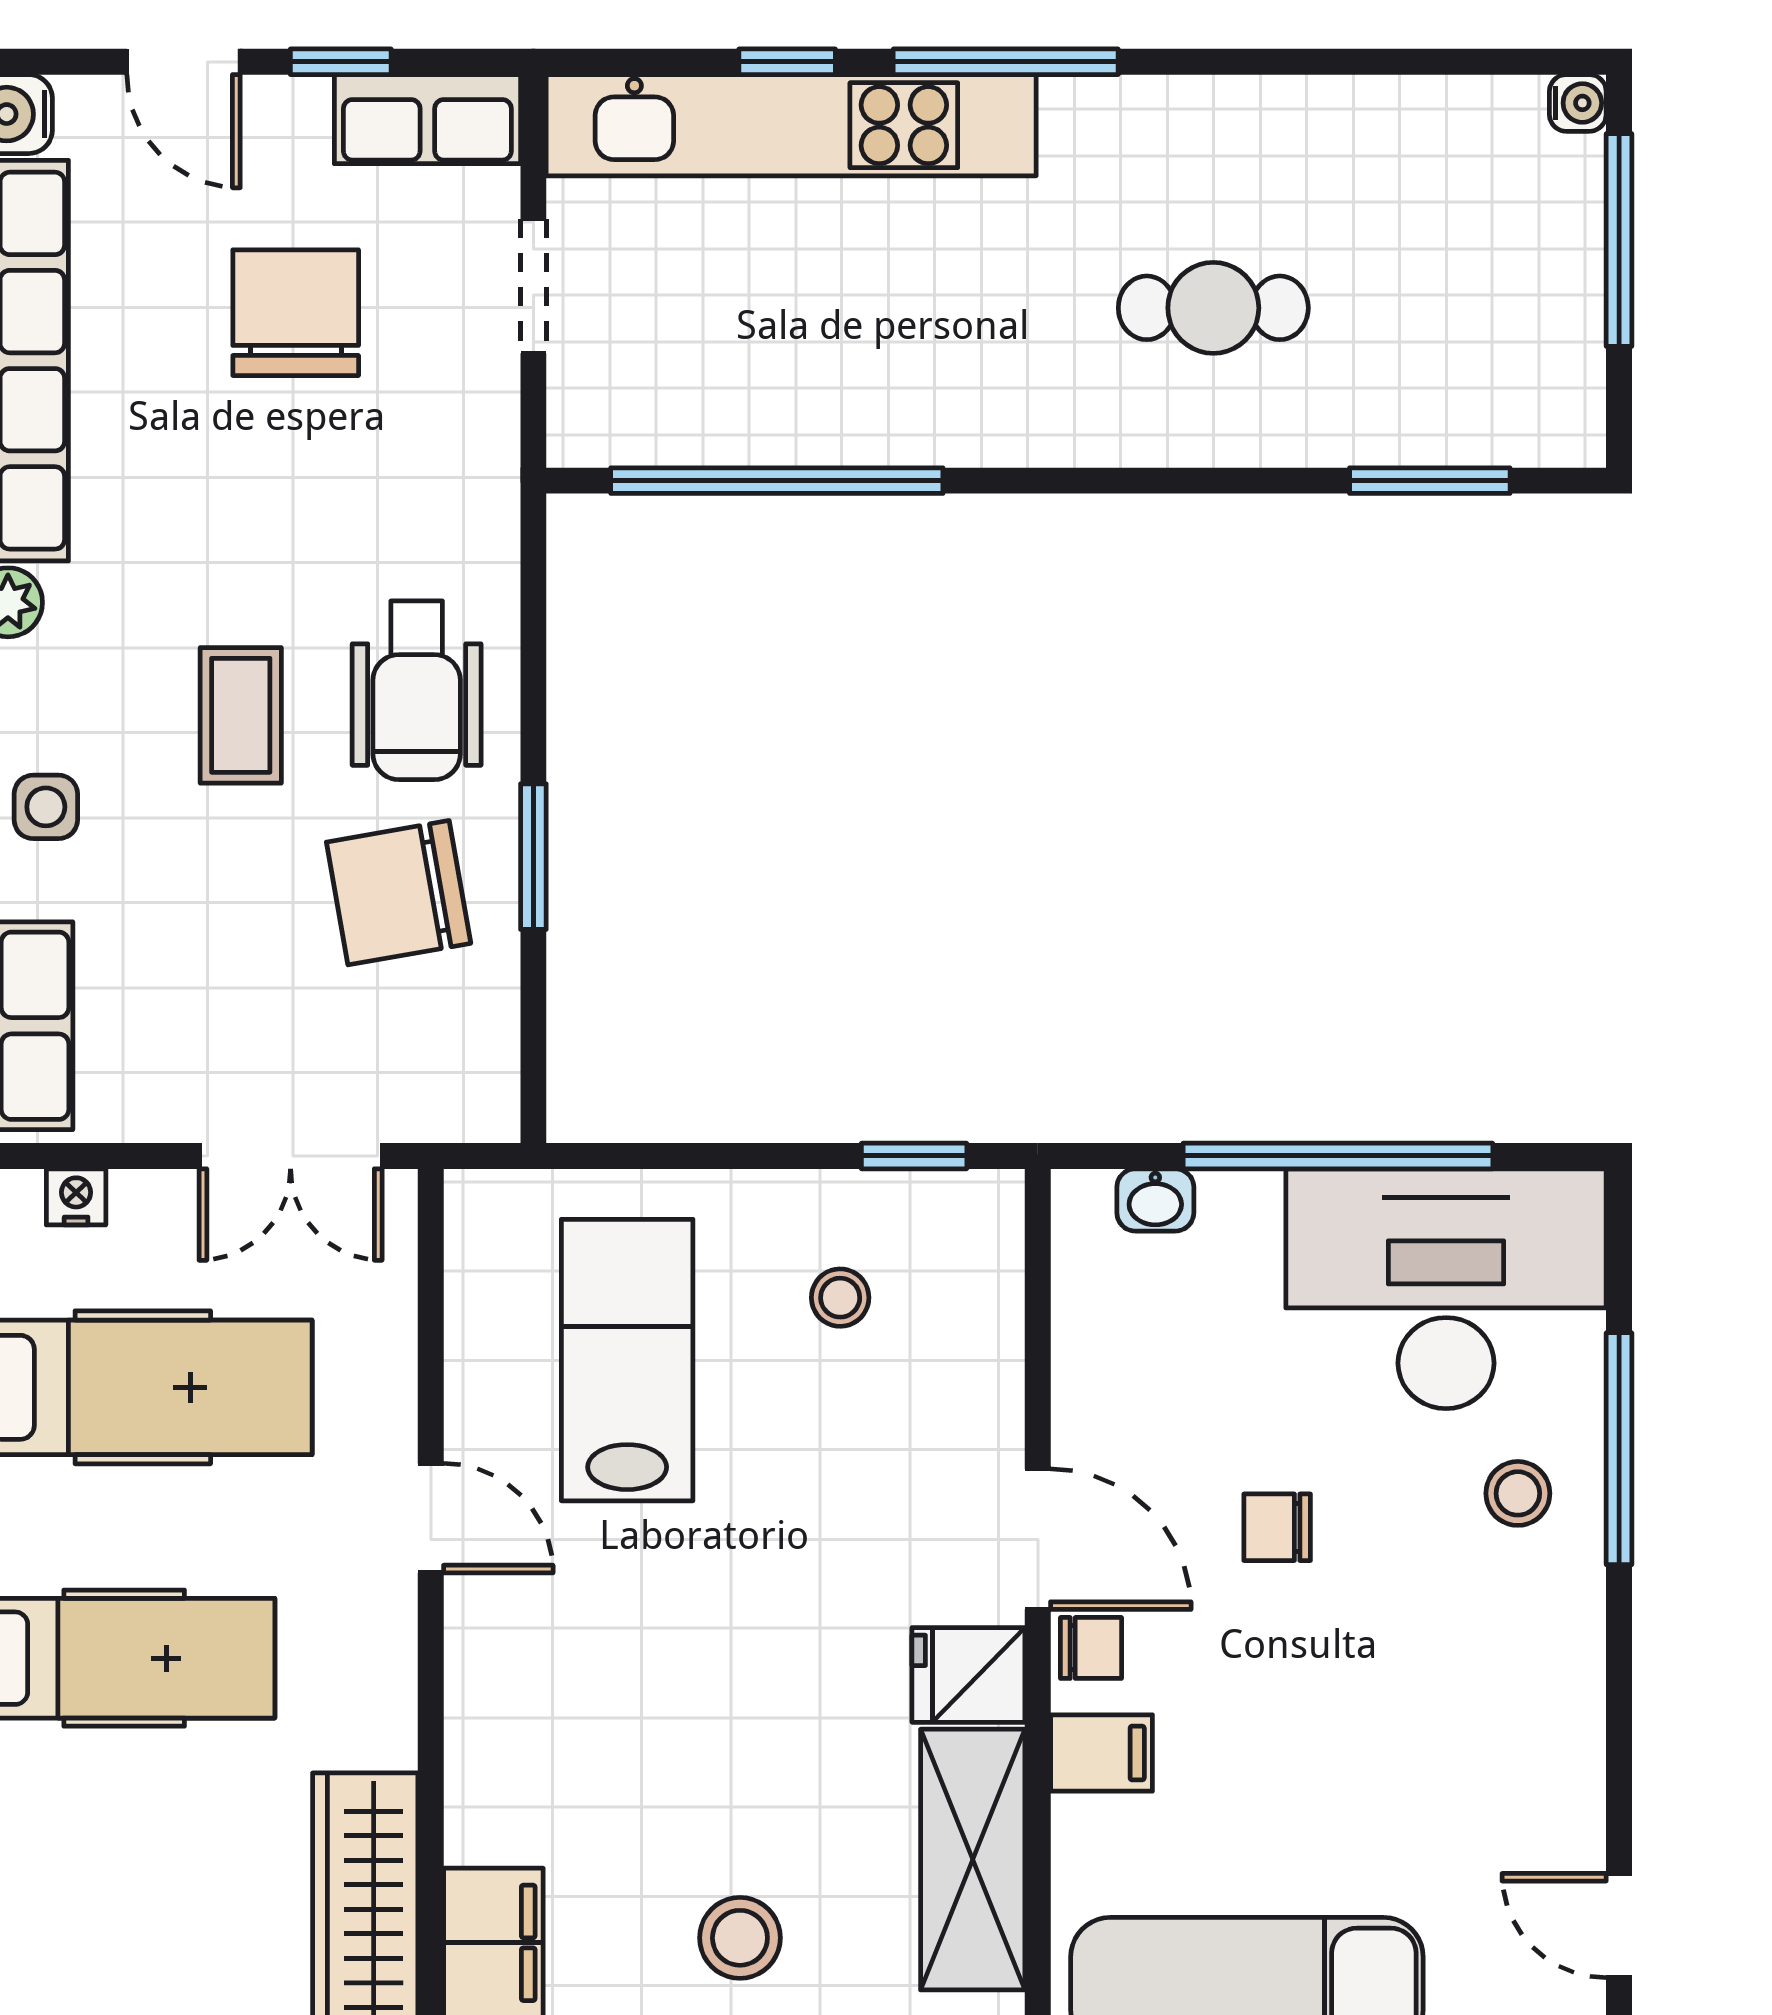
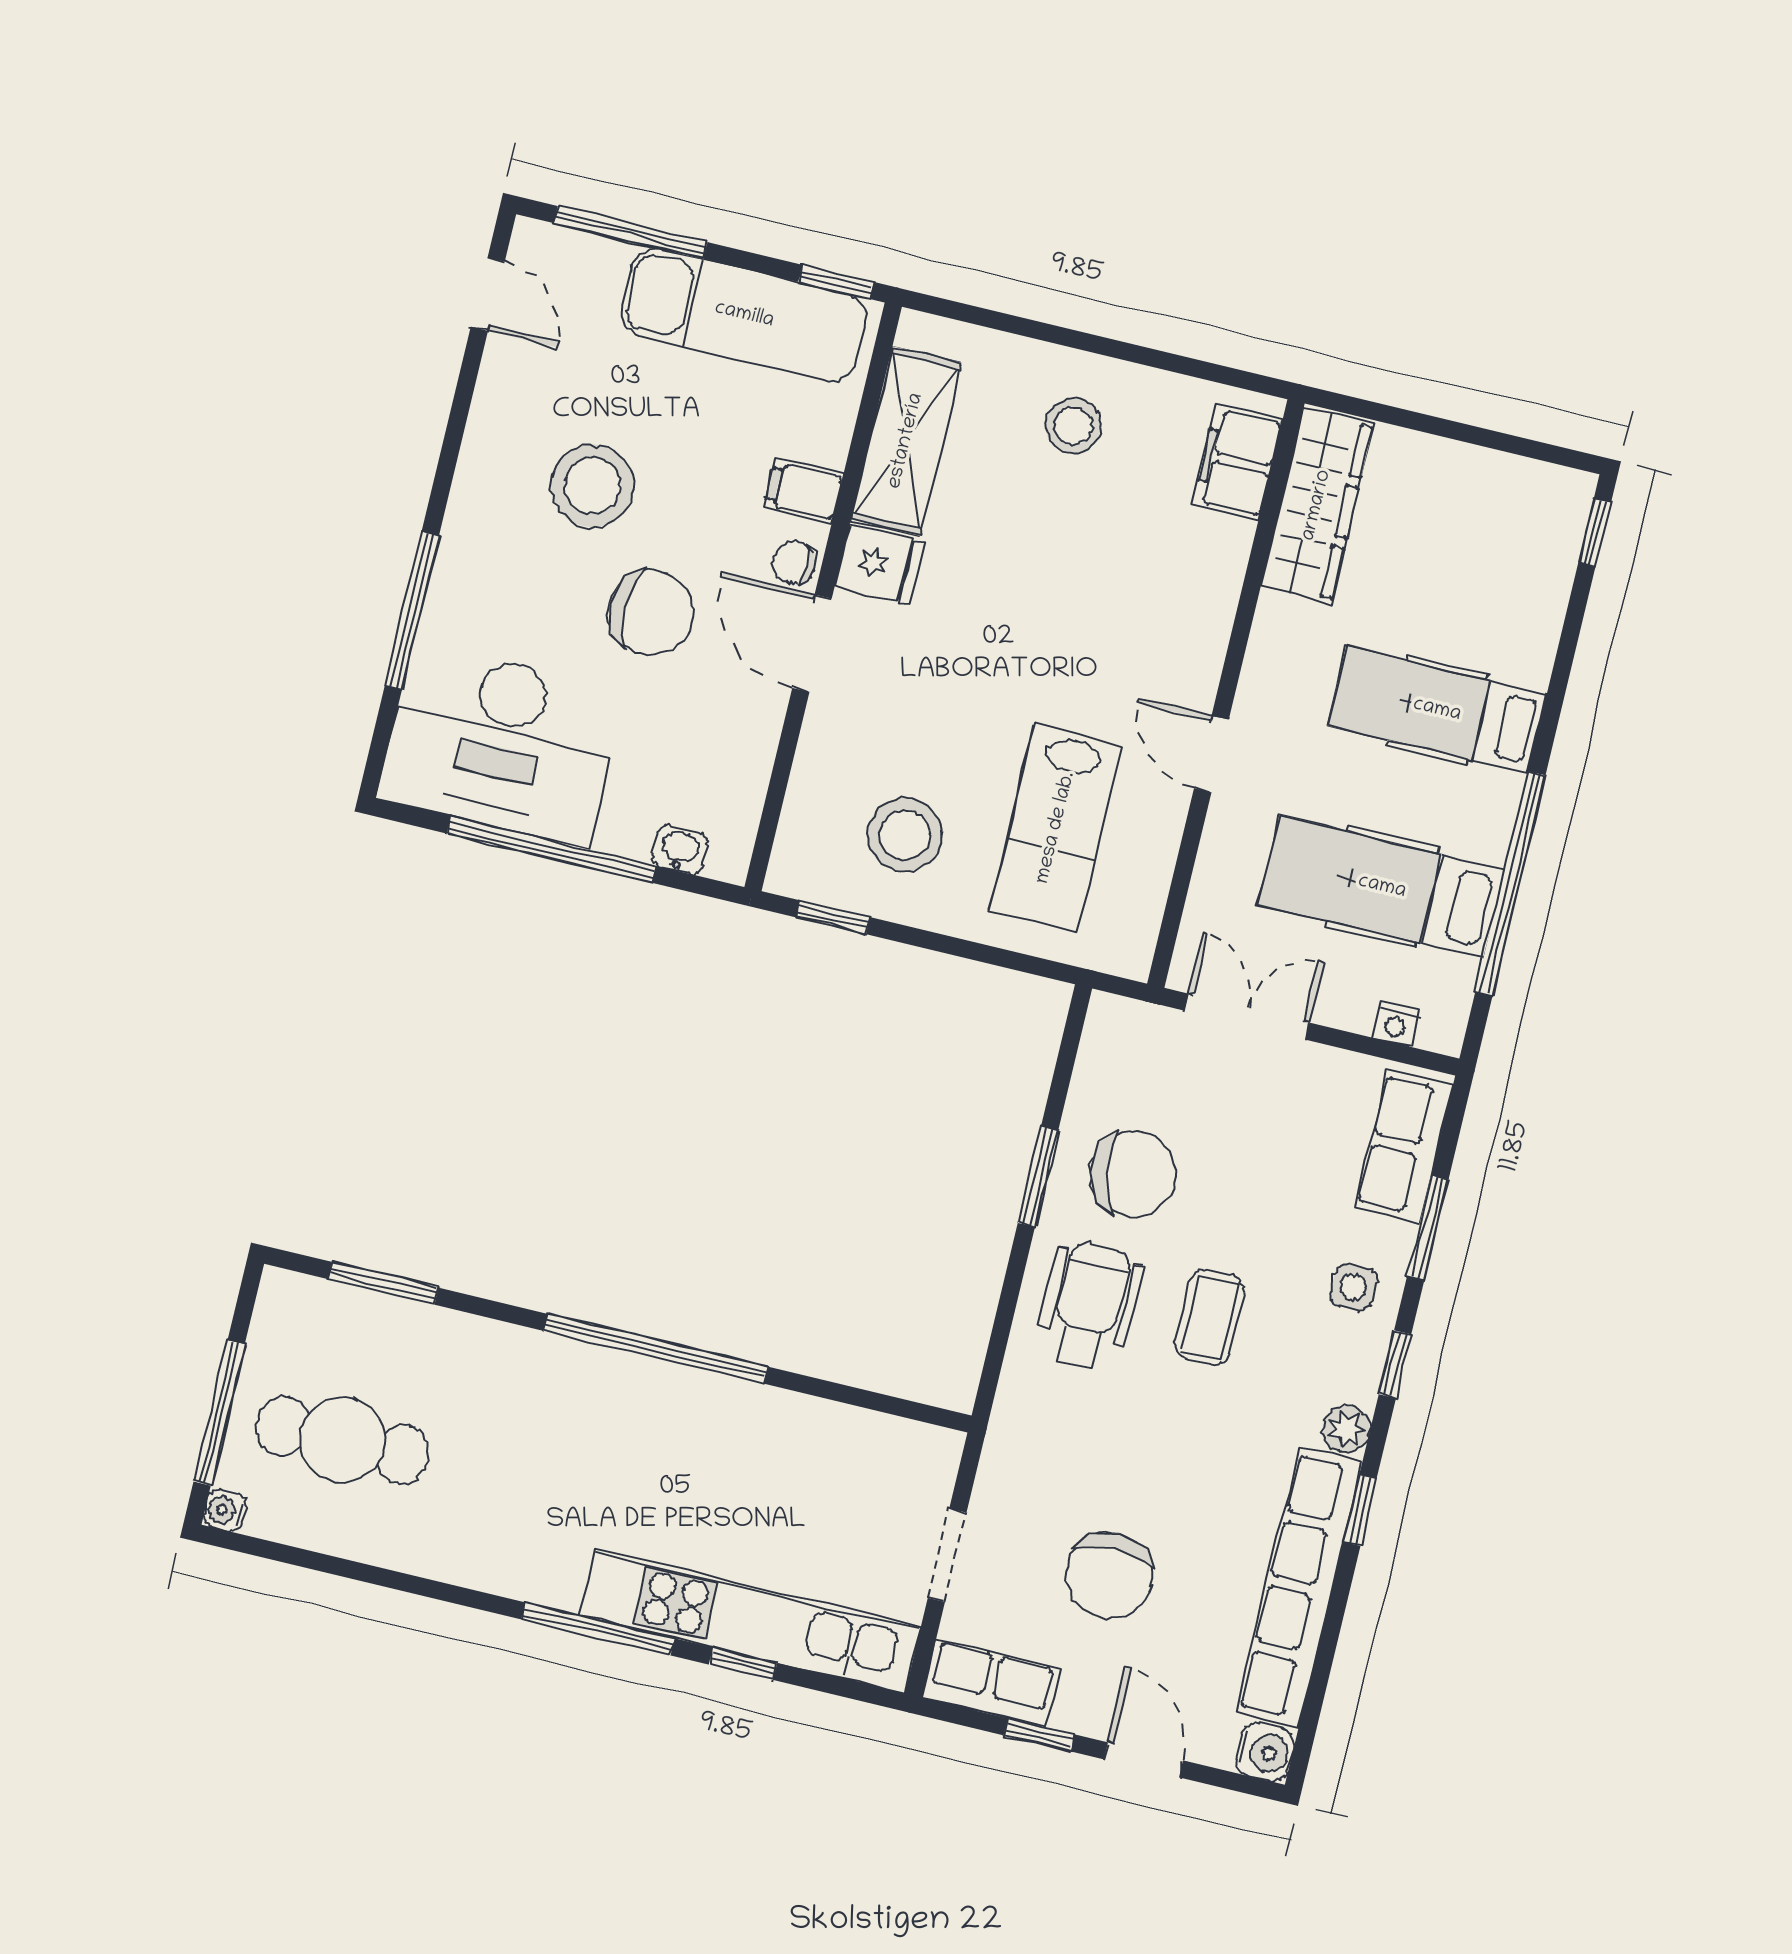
cafe table: (1213, 308) -> (343, 1440), moved, width x1.37, depth x1.35
window: (777, 481) -> (656, 1349), moved
stool: (840, 1298) -> (905, 835), width x1.89, depth x1.89
stool: (1518, 1493) -> (592, 486), moved, width x1.89, depth x1.89
chair: (1277, 1527) -> (651, 613), width x1.87, depth x1.87

